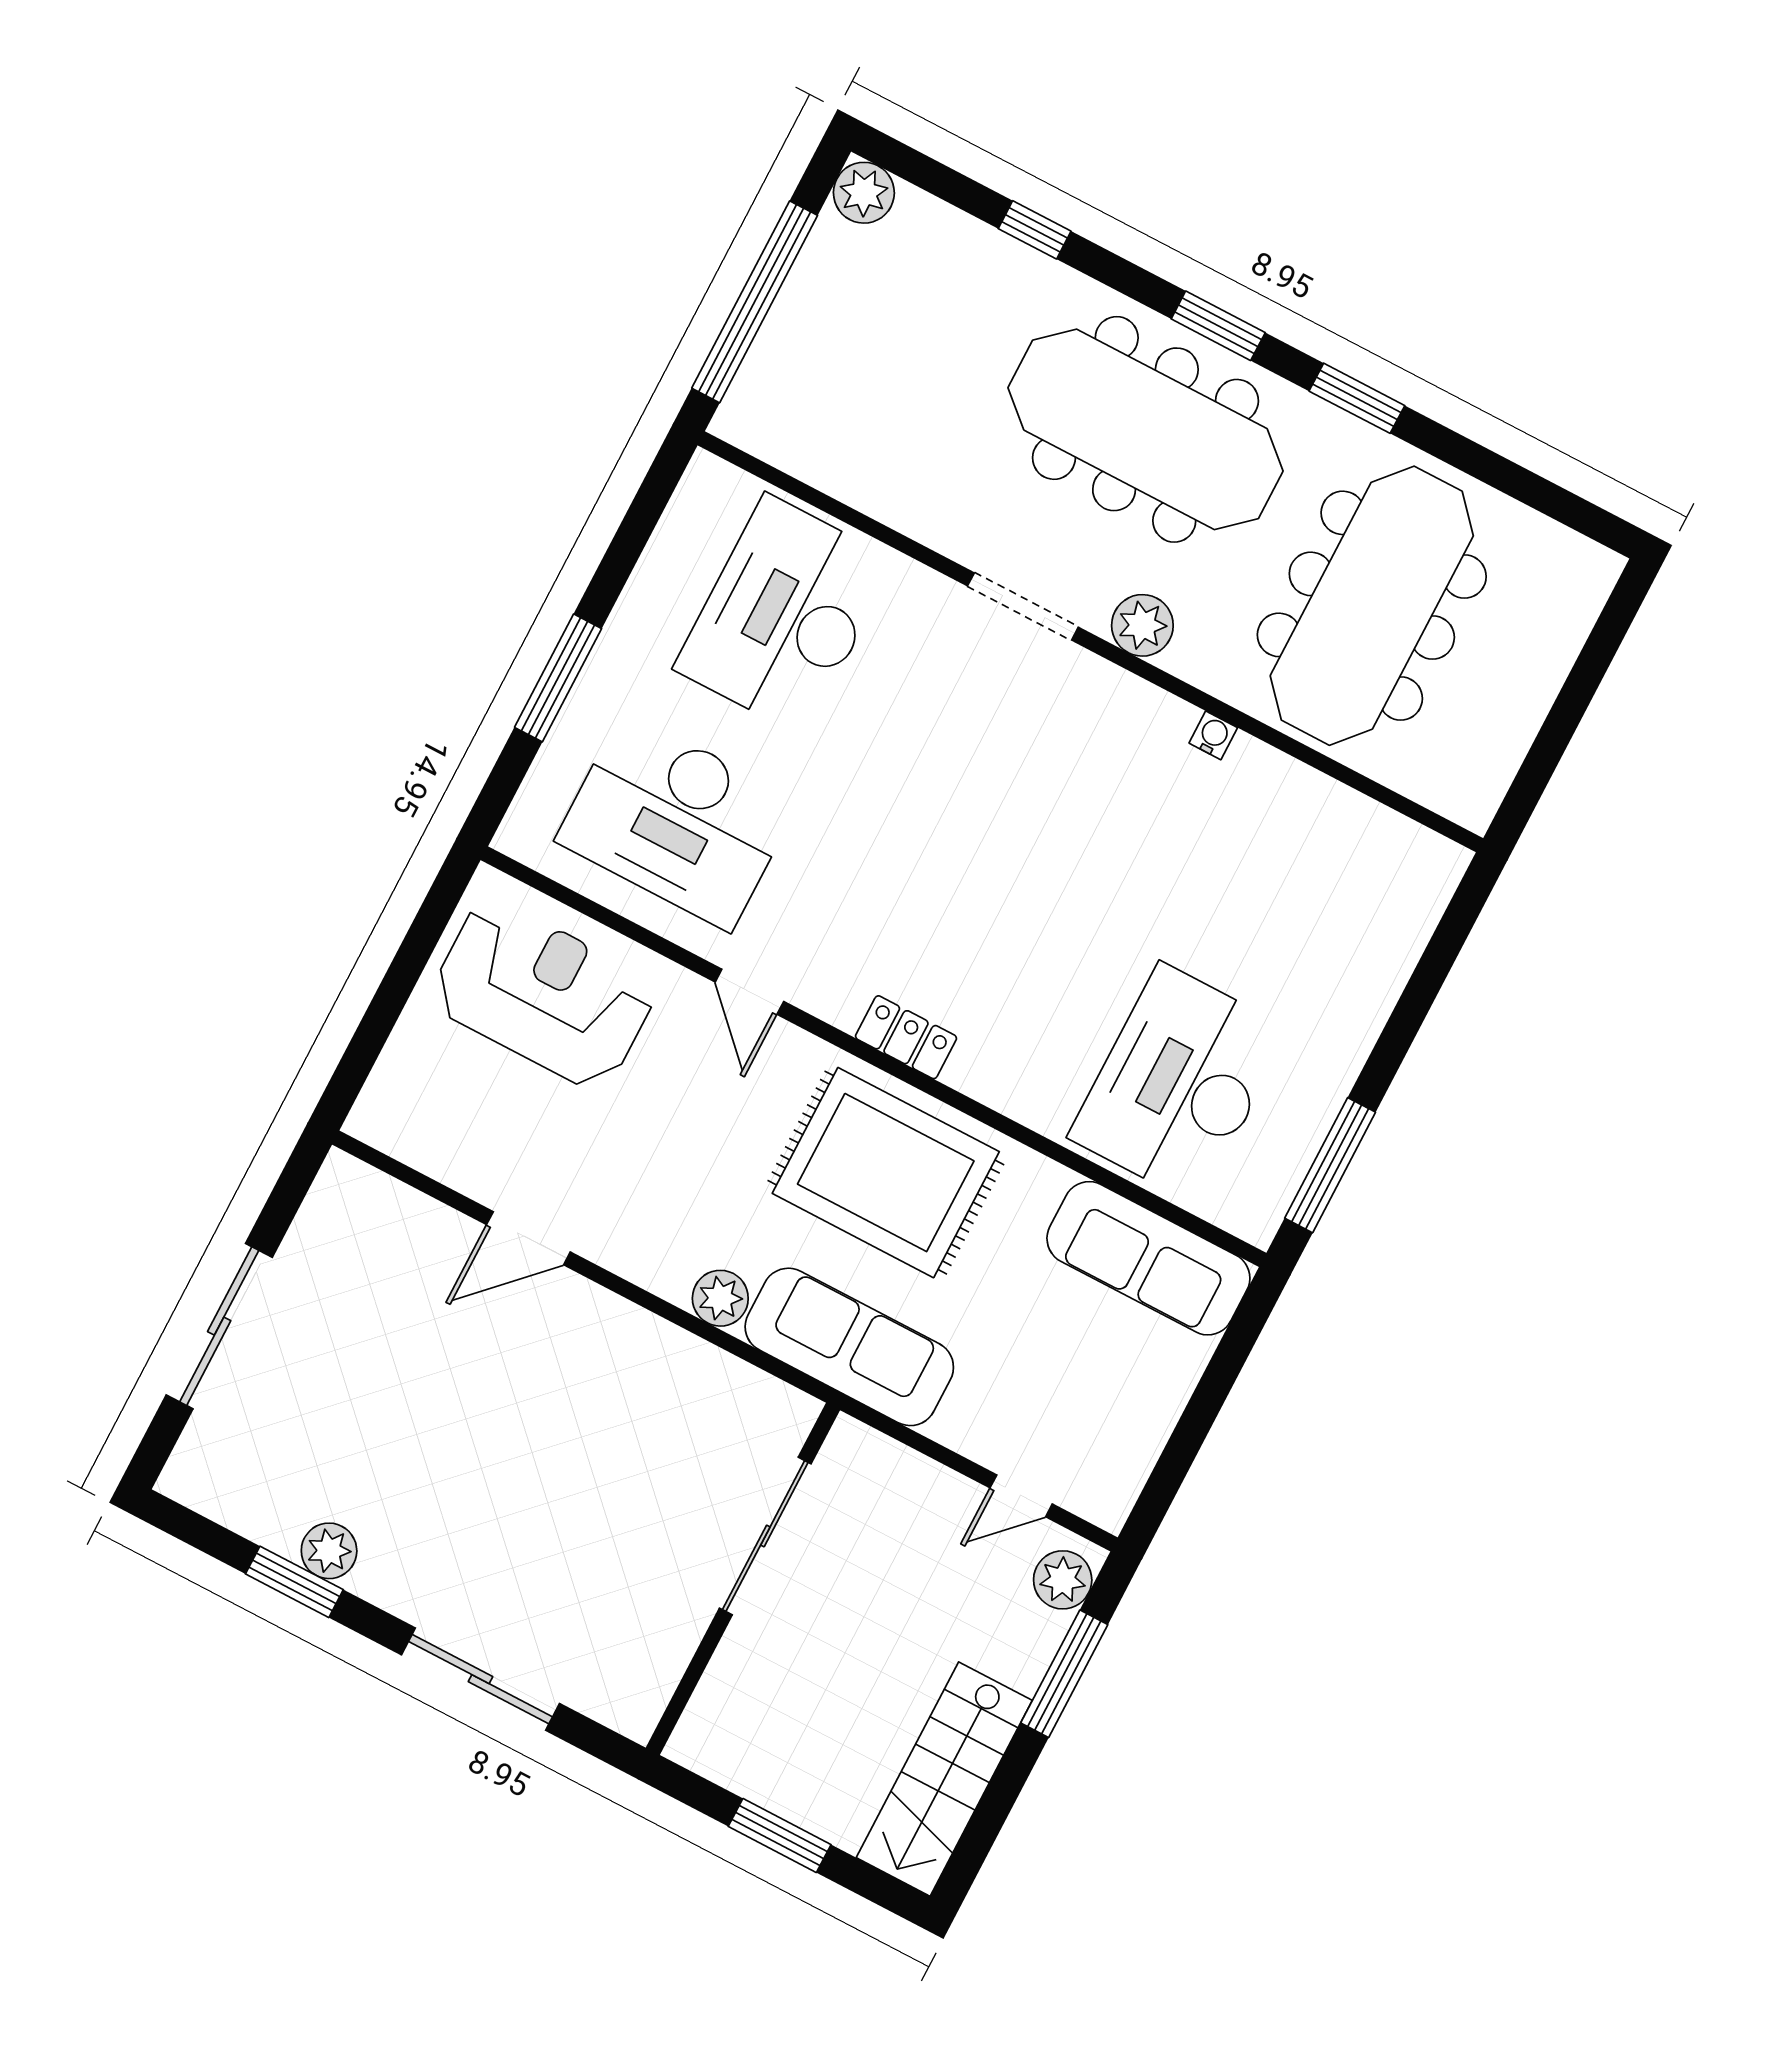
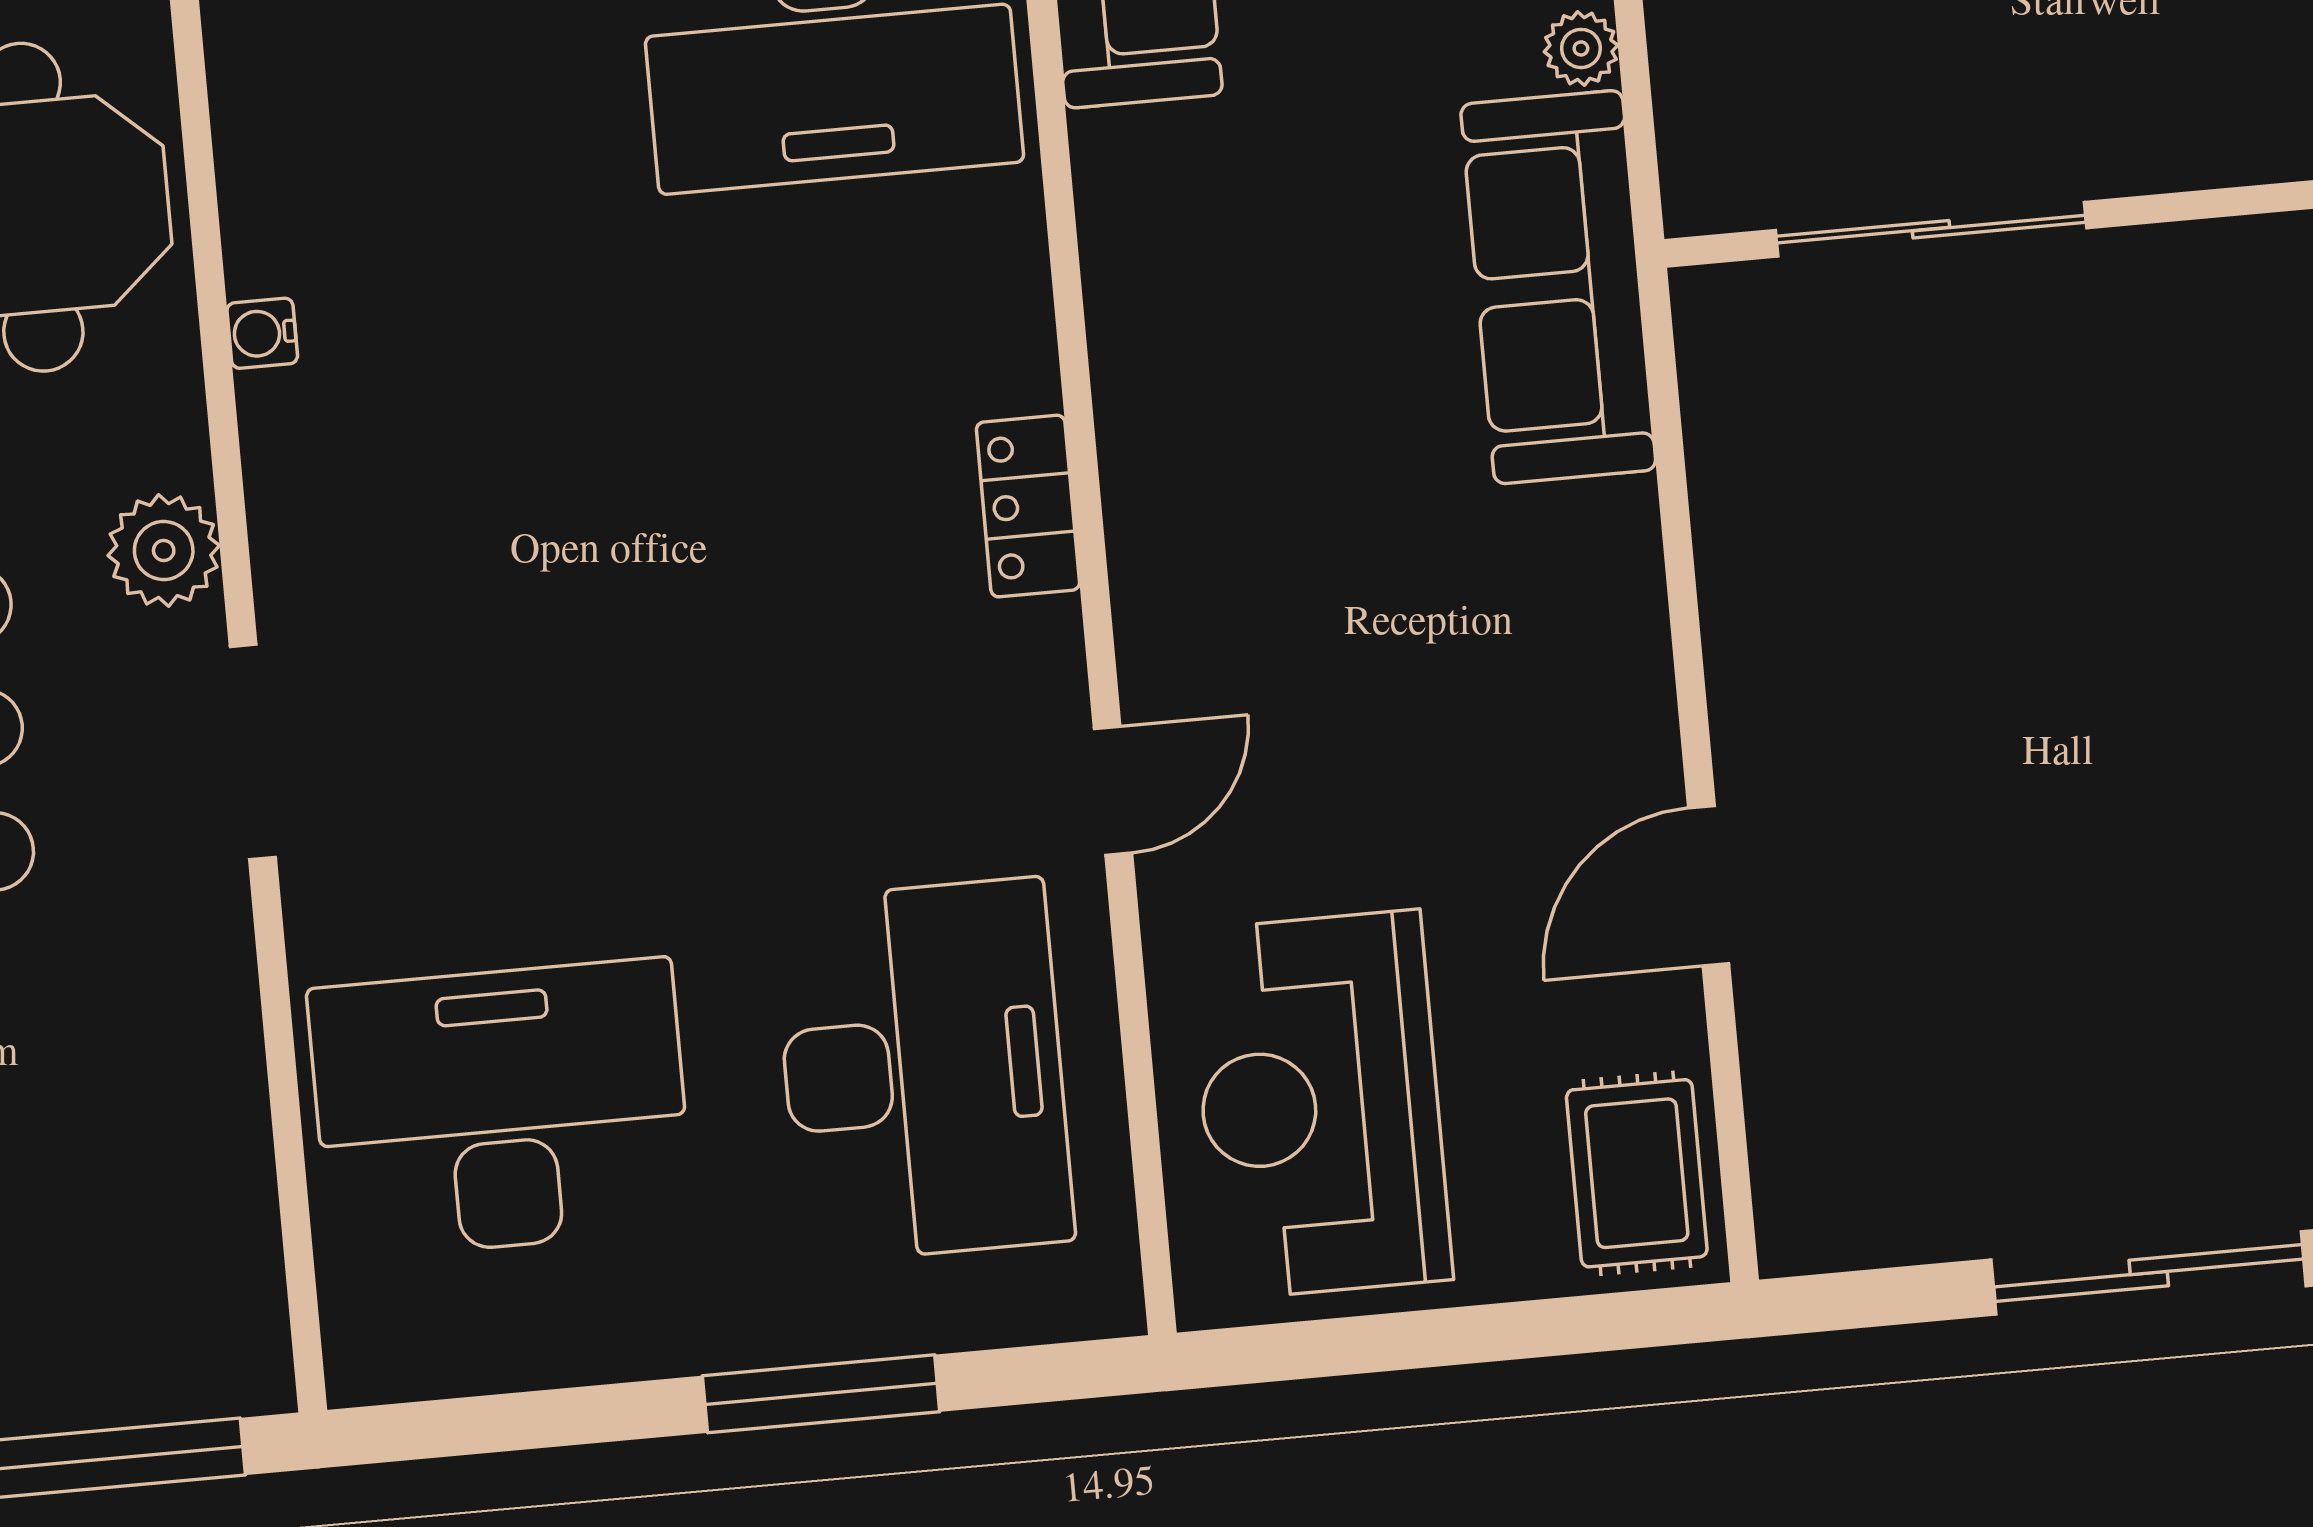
desk: (785, 615) -> (501, 1109), turned 180
rug: (886, 1173) -> (1637, 1173), moved, width x0.54, depth x0.49
door: (528, 1238) -> (1709, 886), swing flipped
plant: (720, 1298) -> (1581, 48), moved, width x0.73, depth x0.73

